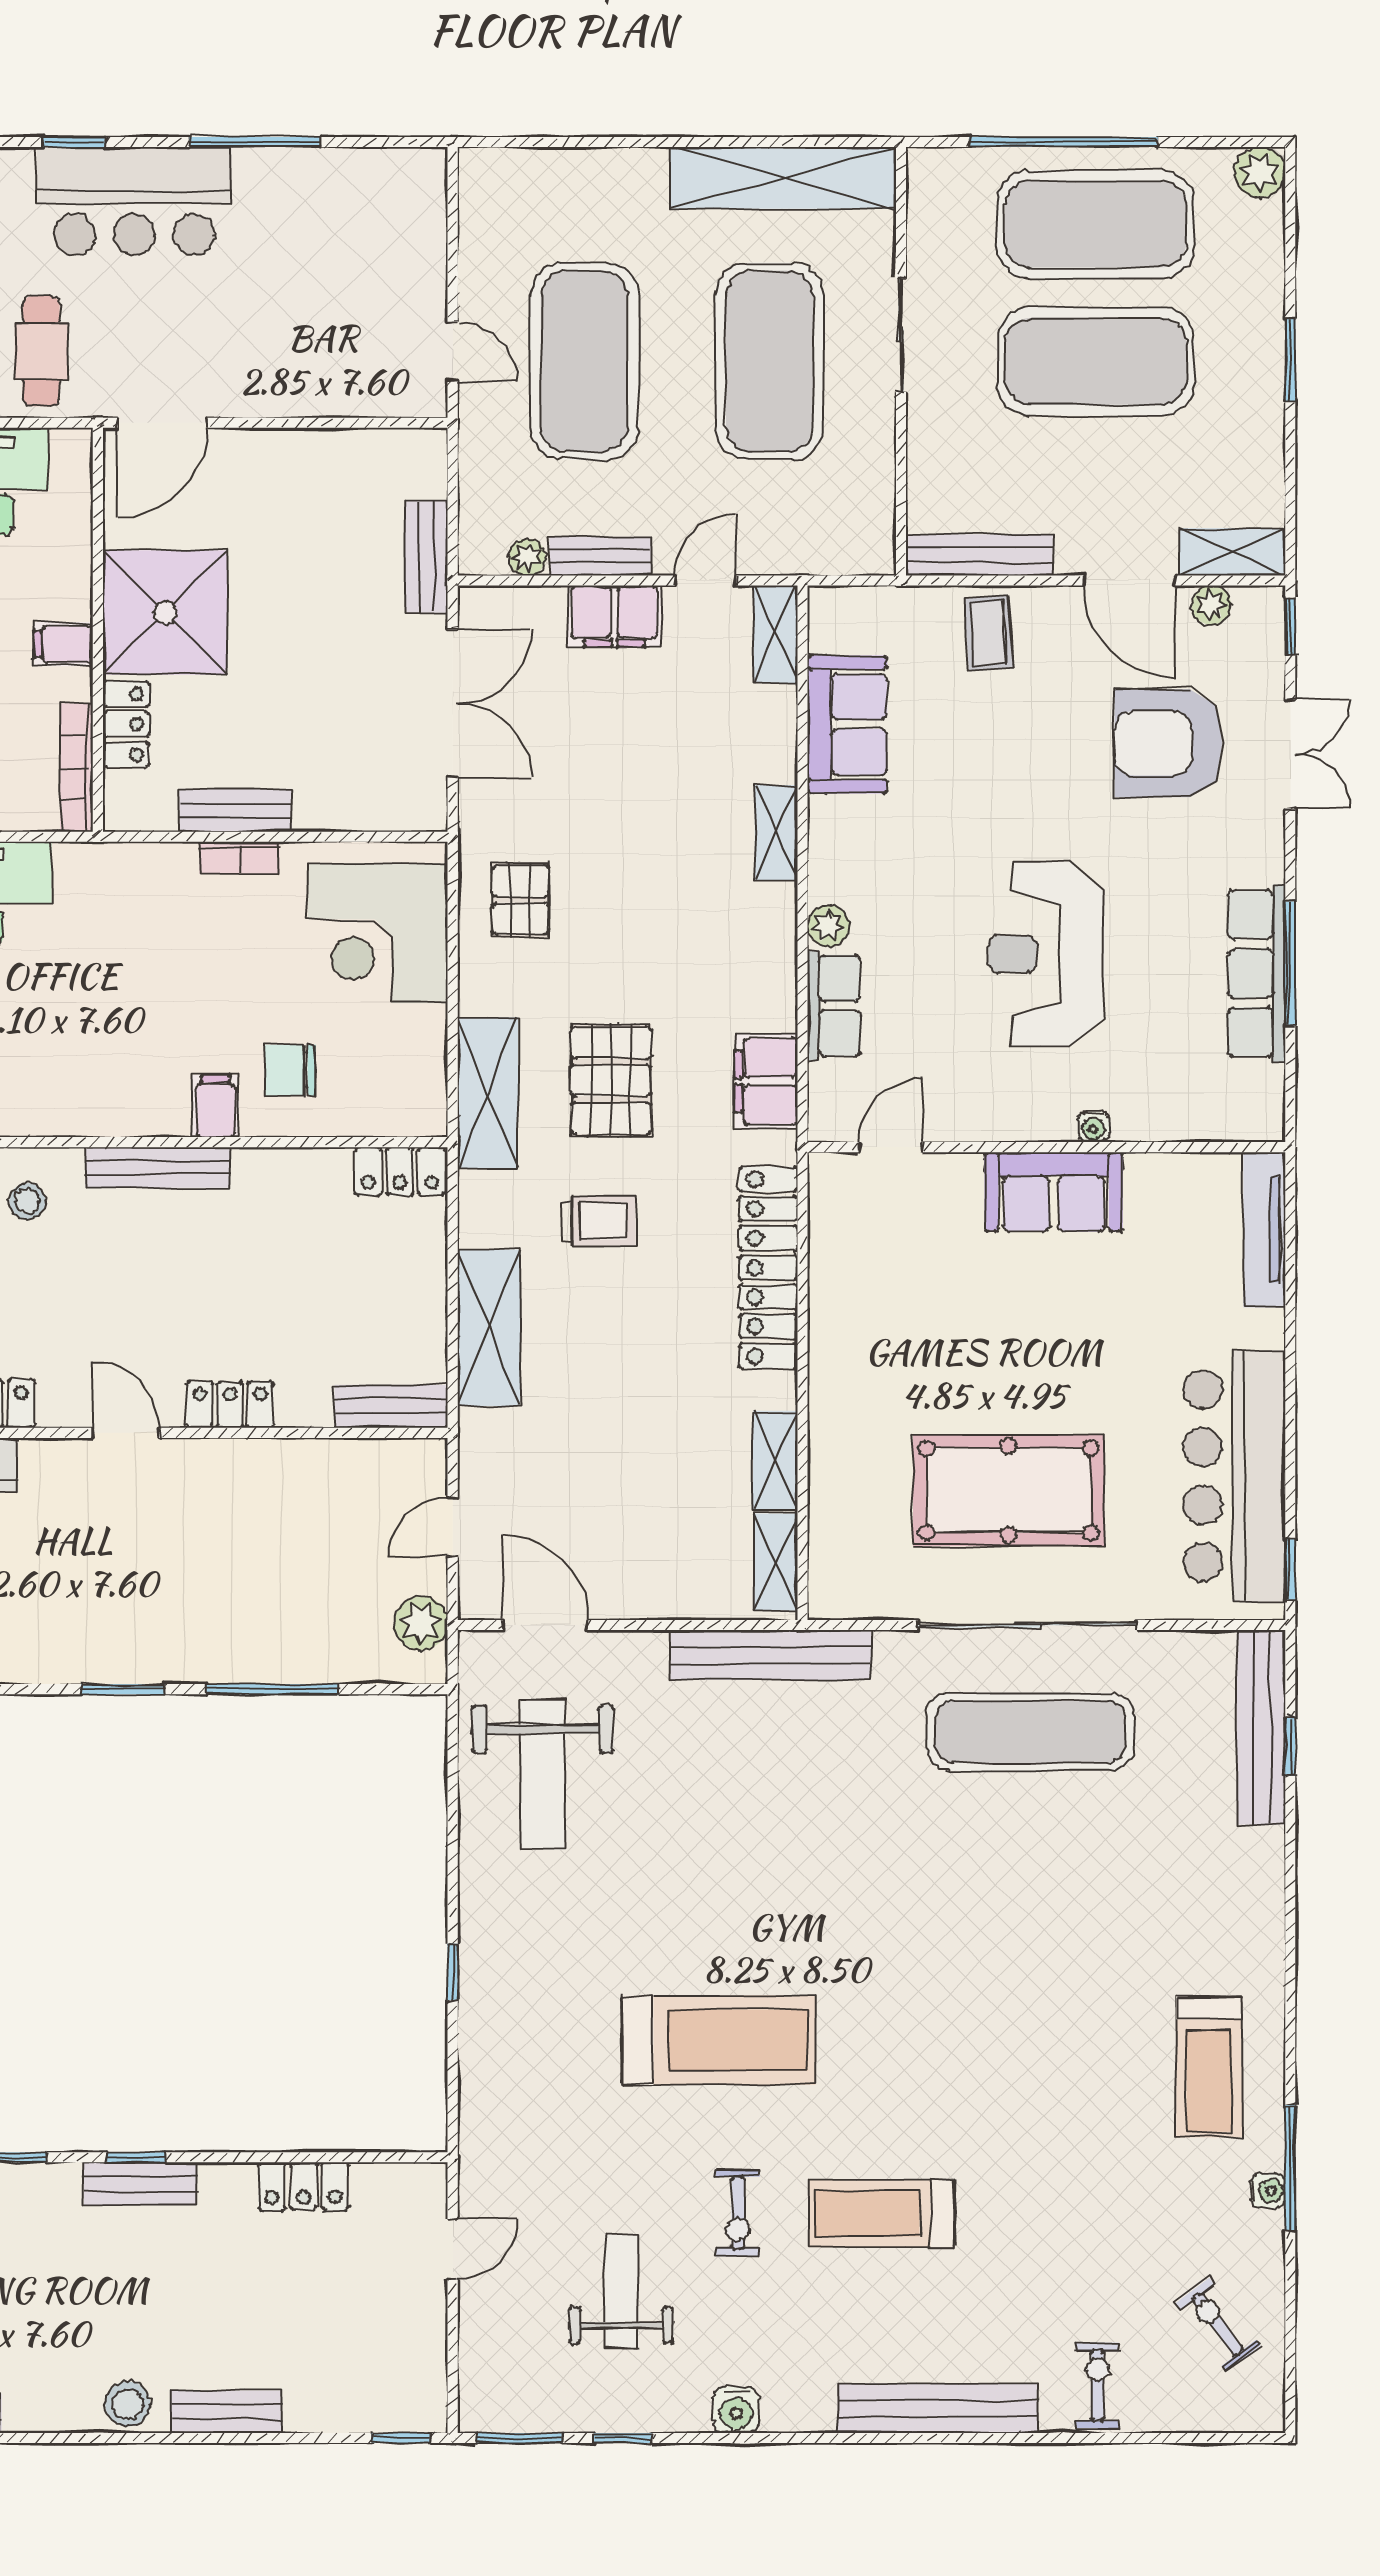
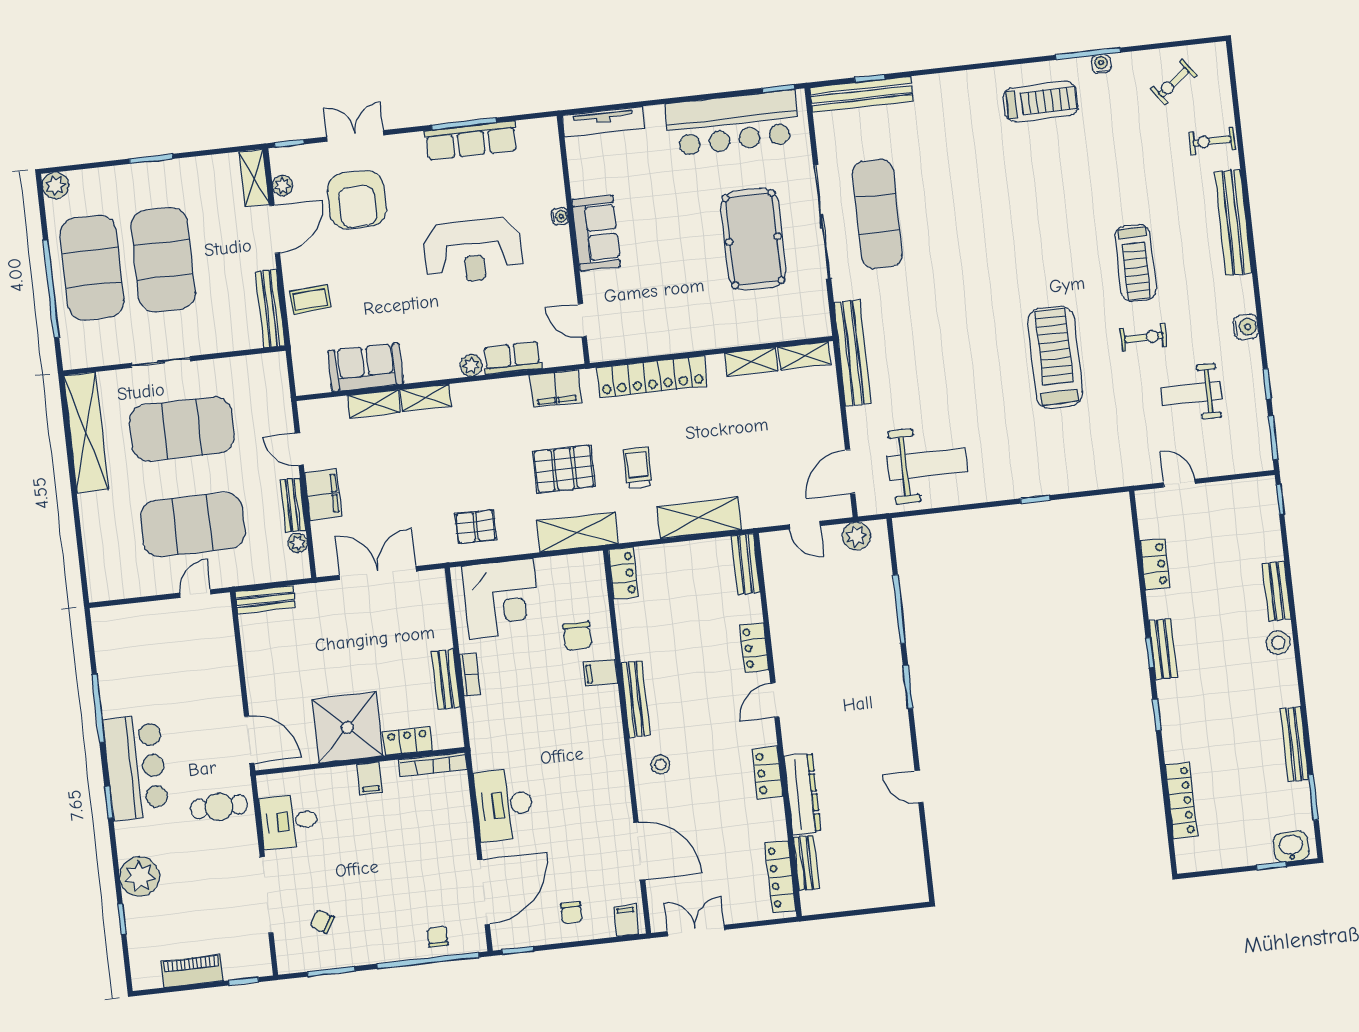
bench: (426, 557) -> (265, 599), moved
shelving: (776, 634) -> (374, 404), moved

